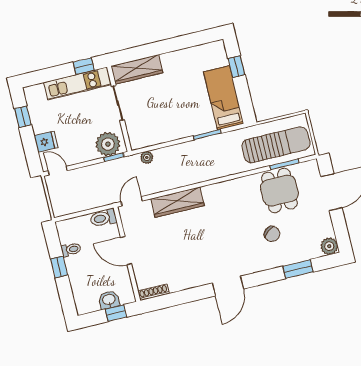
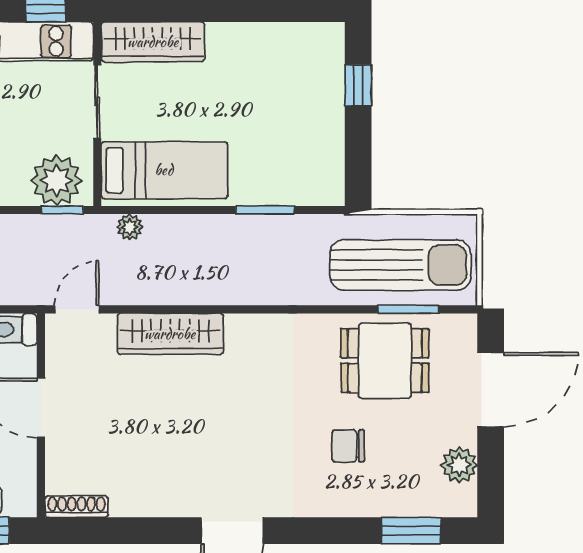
bed: (224, 98) -> (164, 170), moved, turned 90
dining table: (279, 191) -> (385, 361), turned 90
chair: (272, 234) -> (348, 446), turned 127
plant: (329, 246) -> (459, 465), moved
window: (298, 269) -> (411, 531), moved

